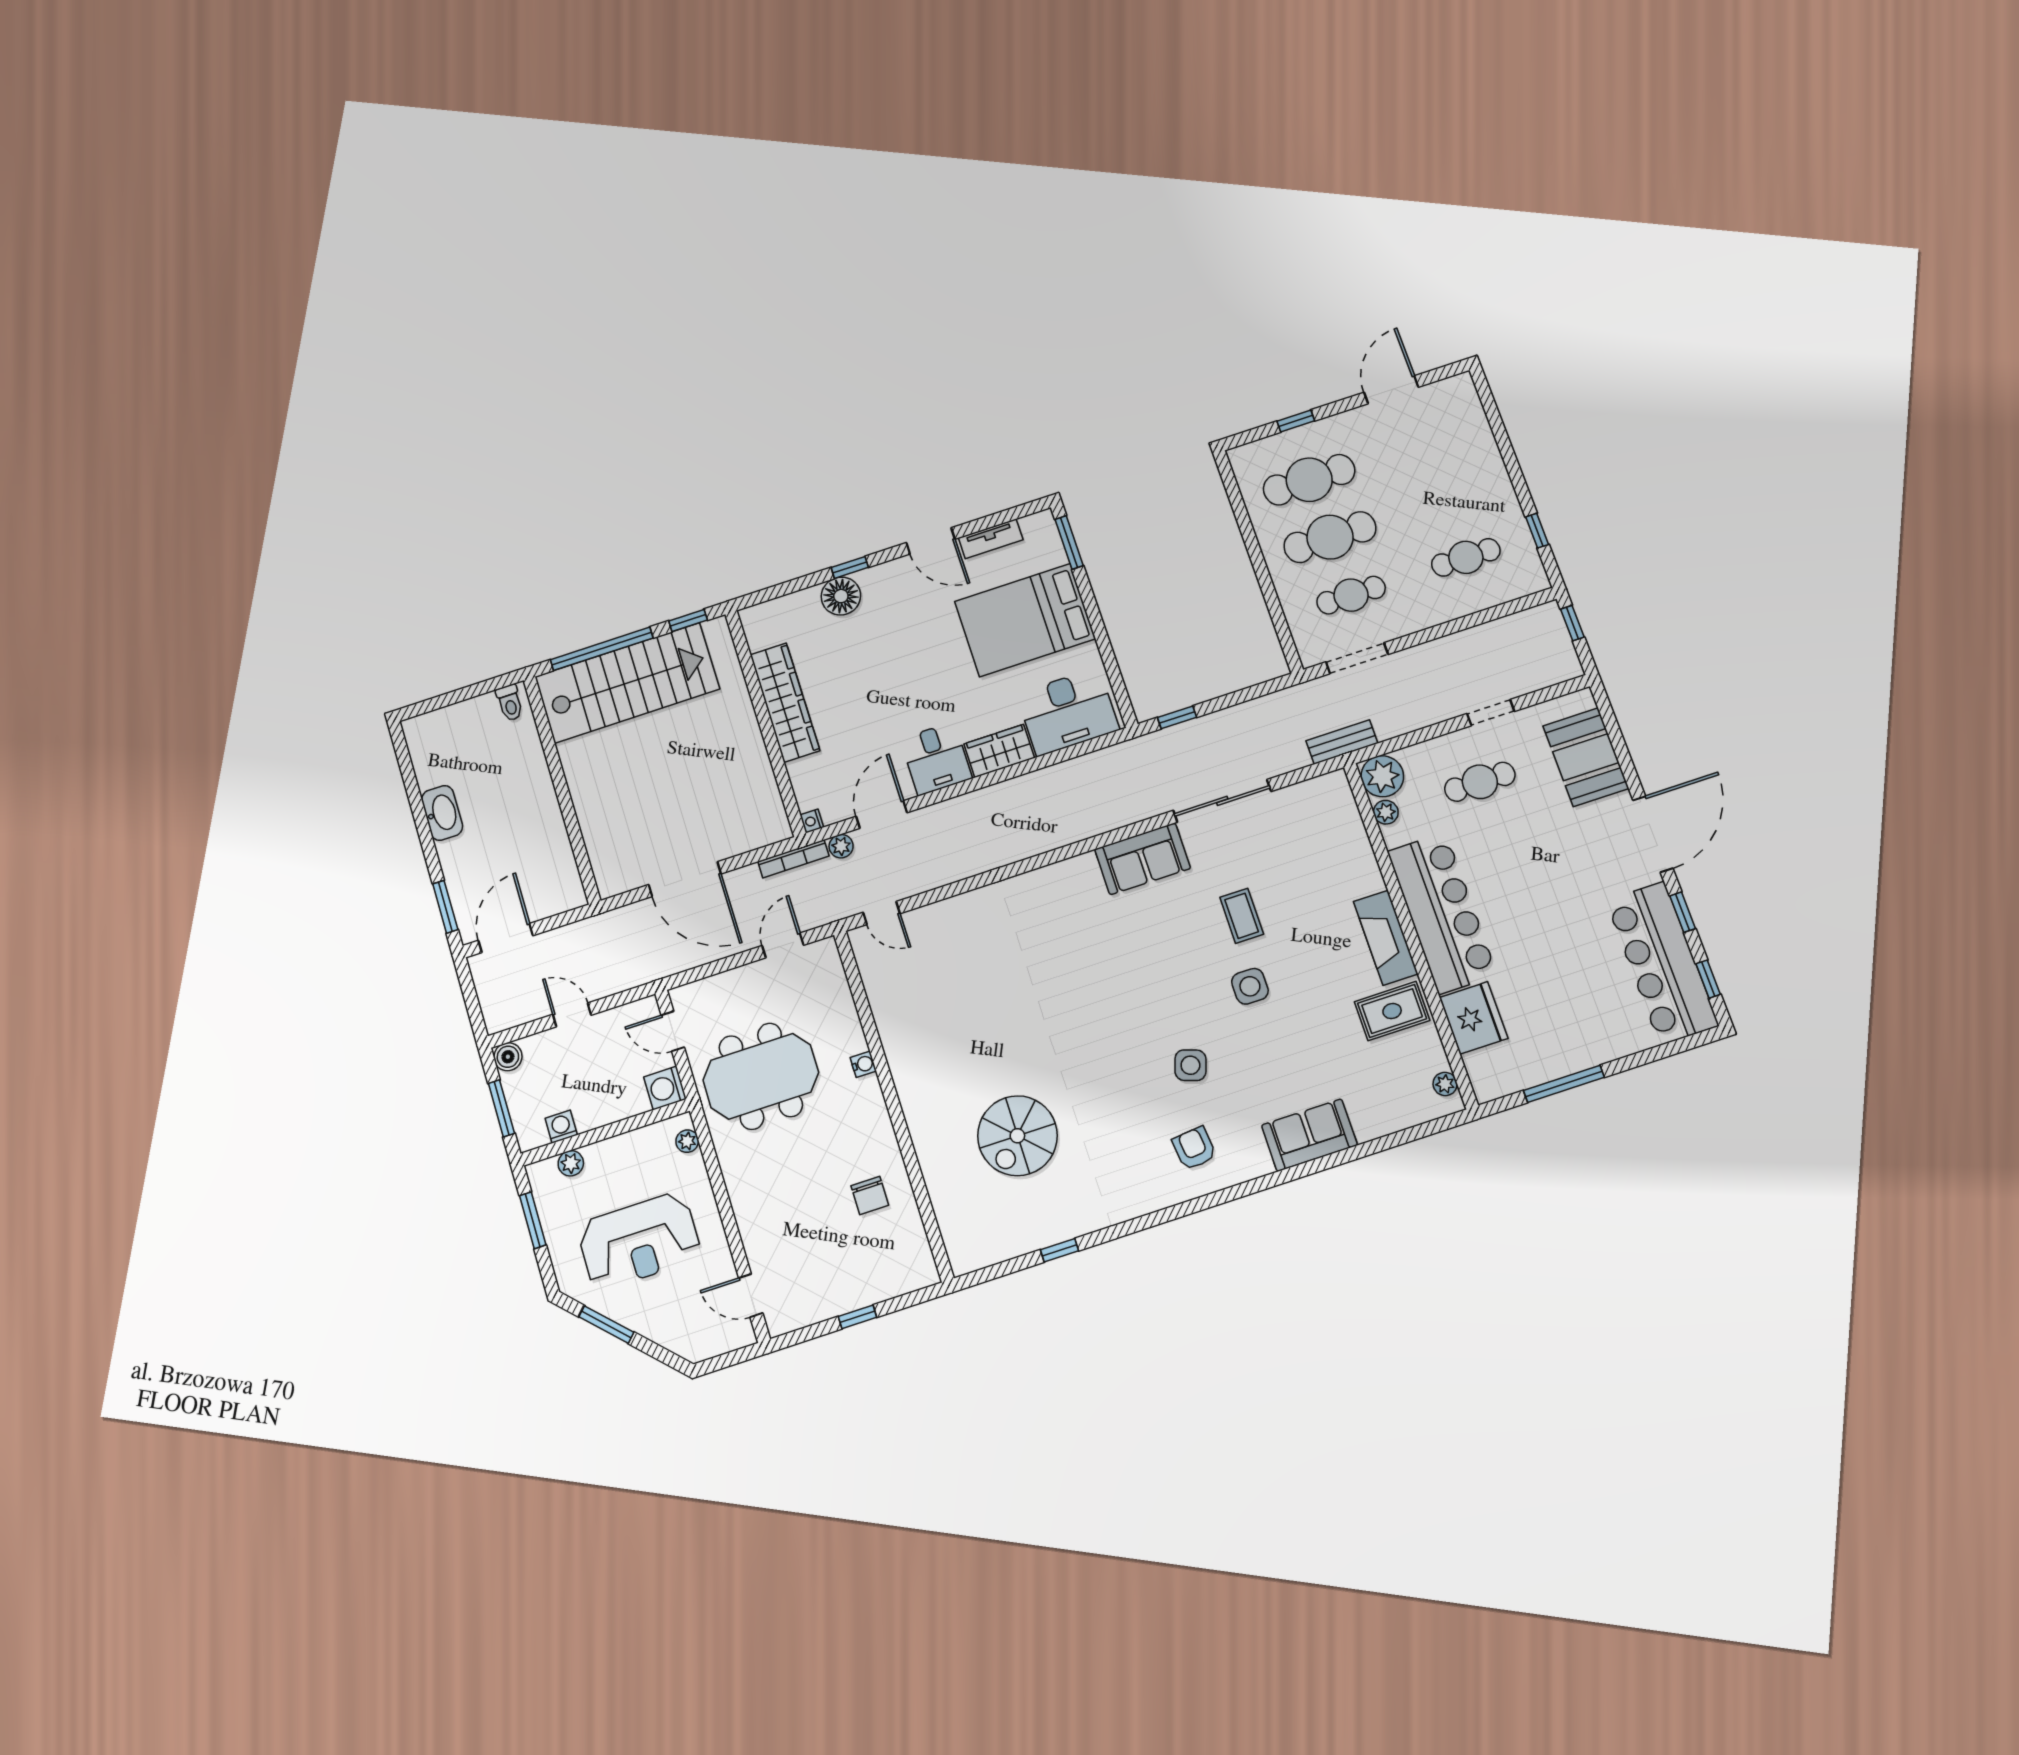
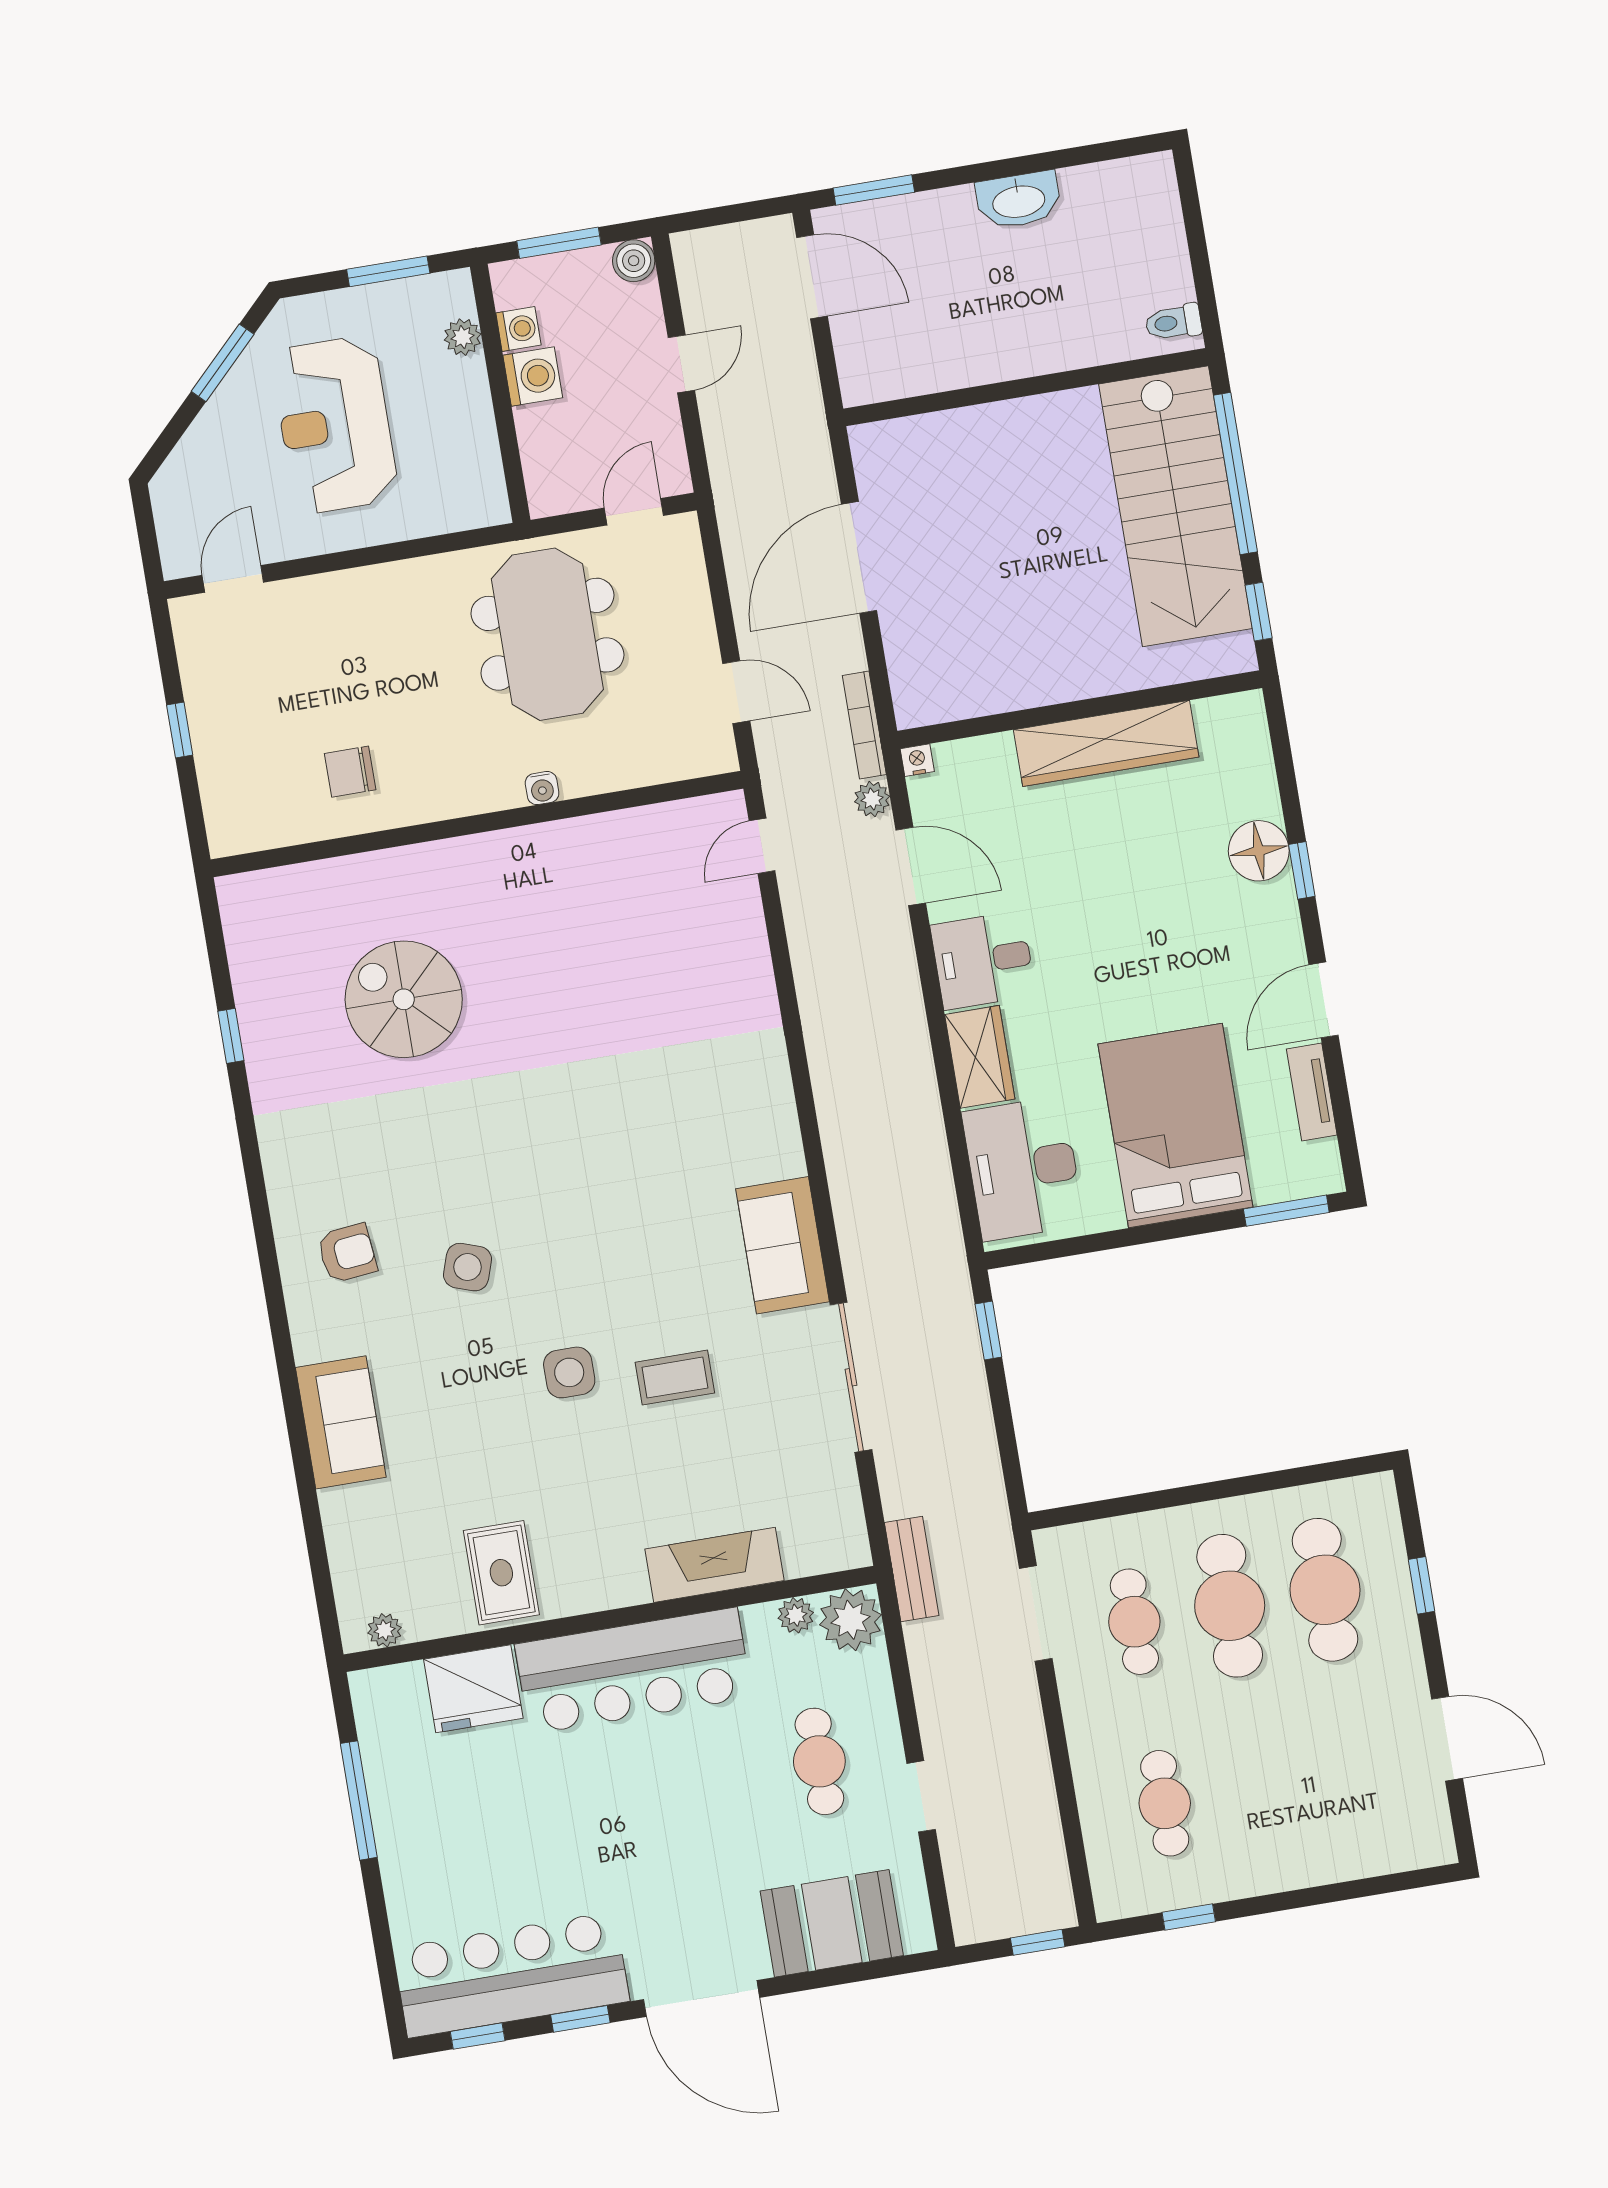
fireplace: (1386, 938) -> (714, 1565), moved
washing machine: (665, 1088) -> (533, 376), moved, turned 90
plant: (687, 1141) -> (469, 513), removed

